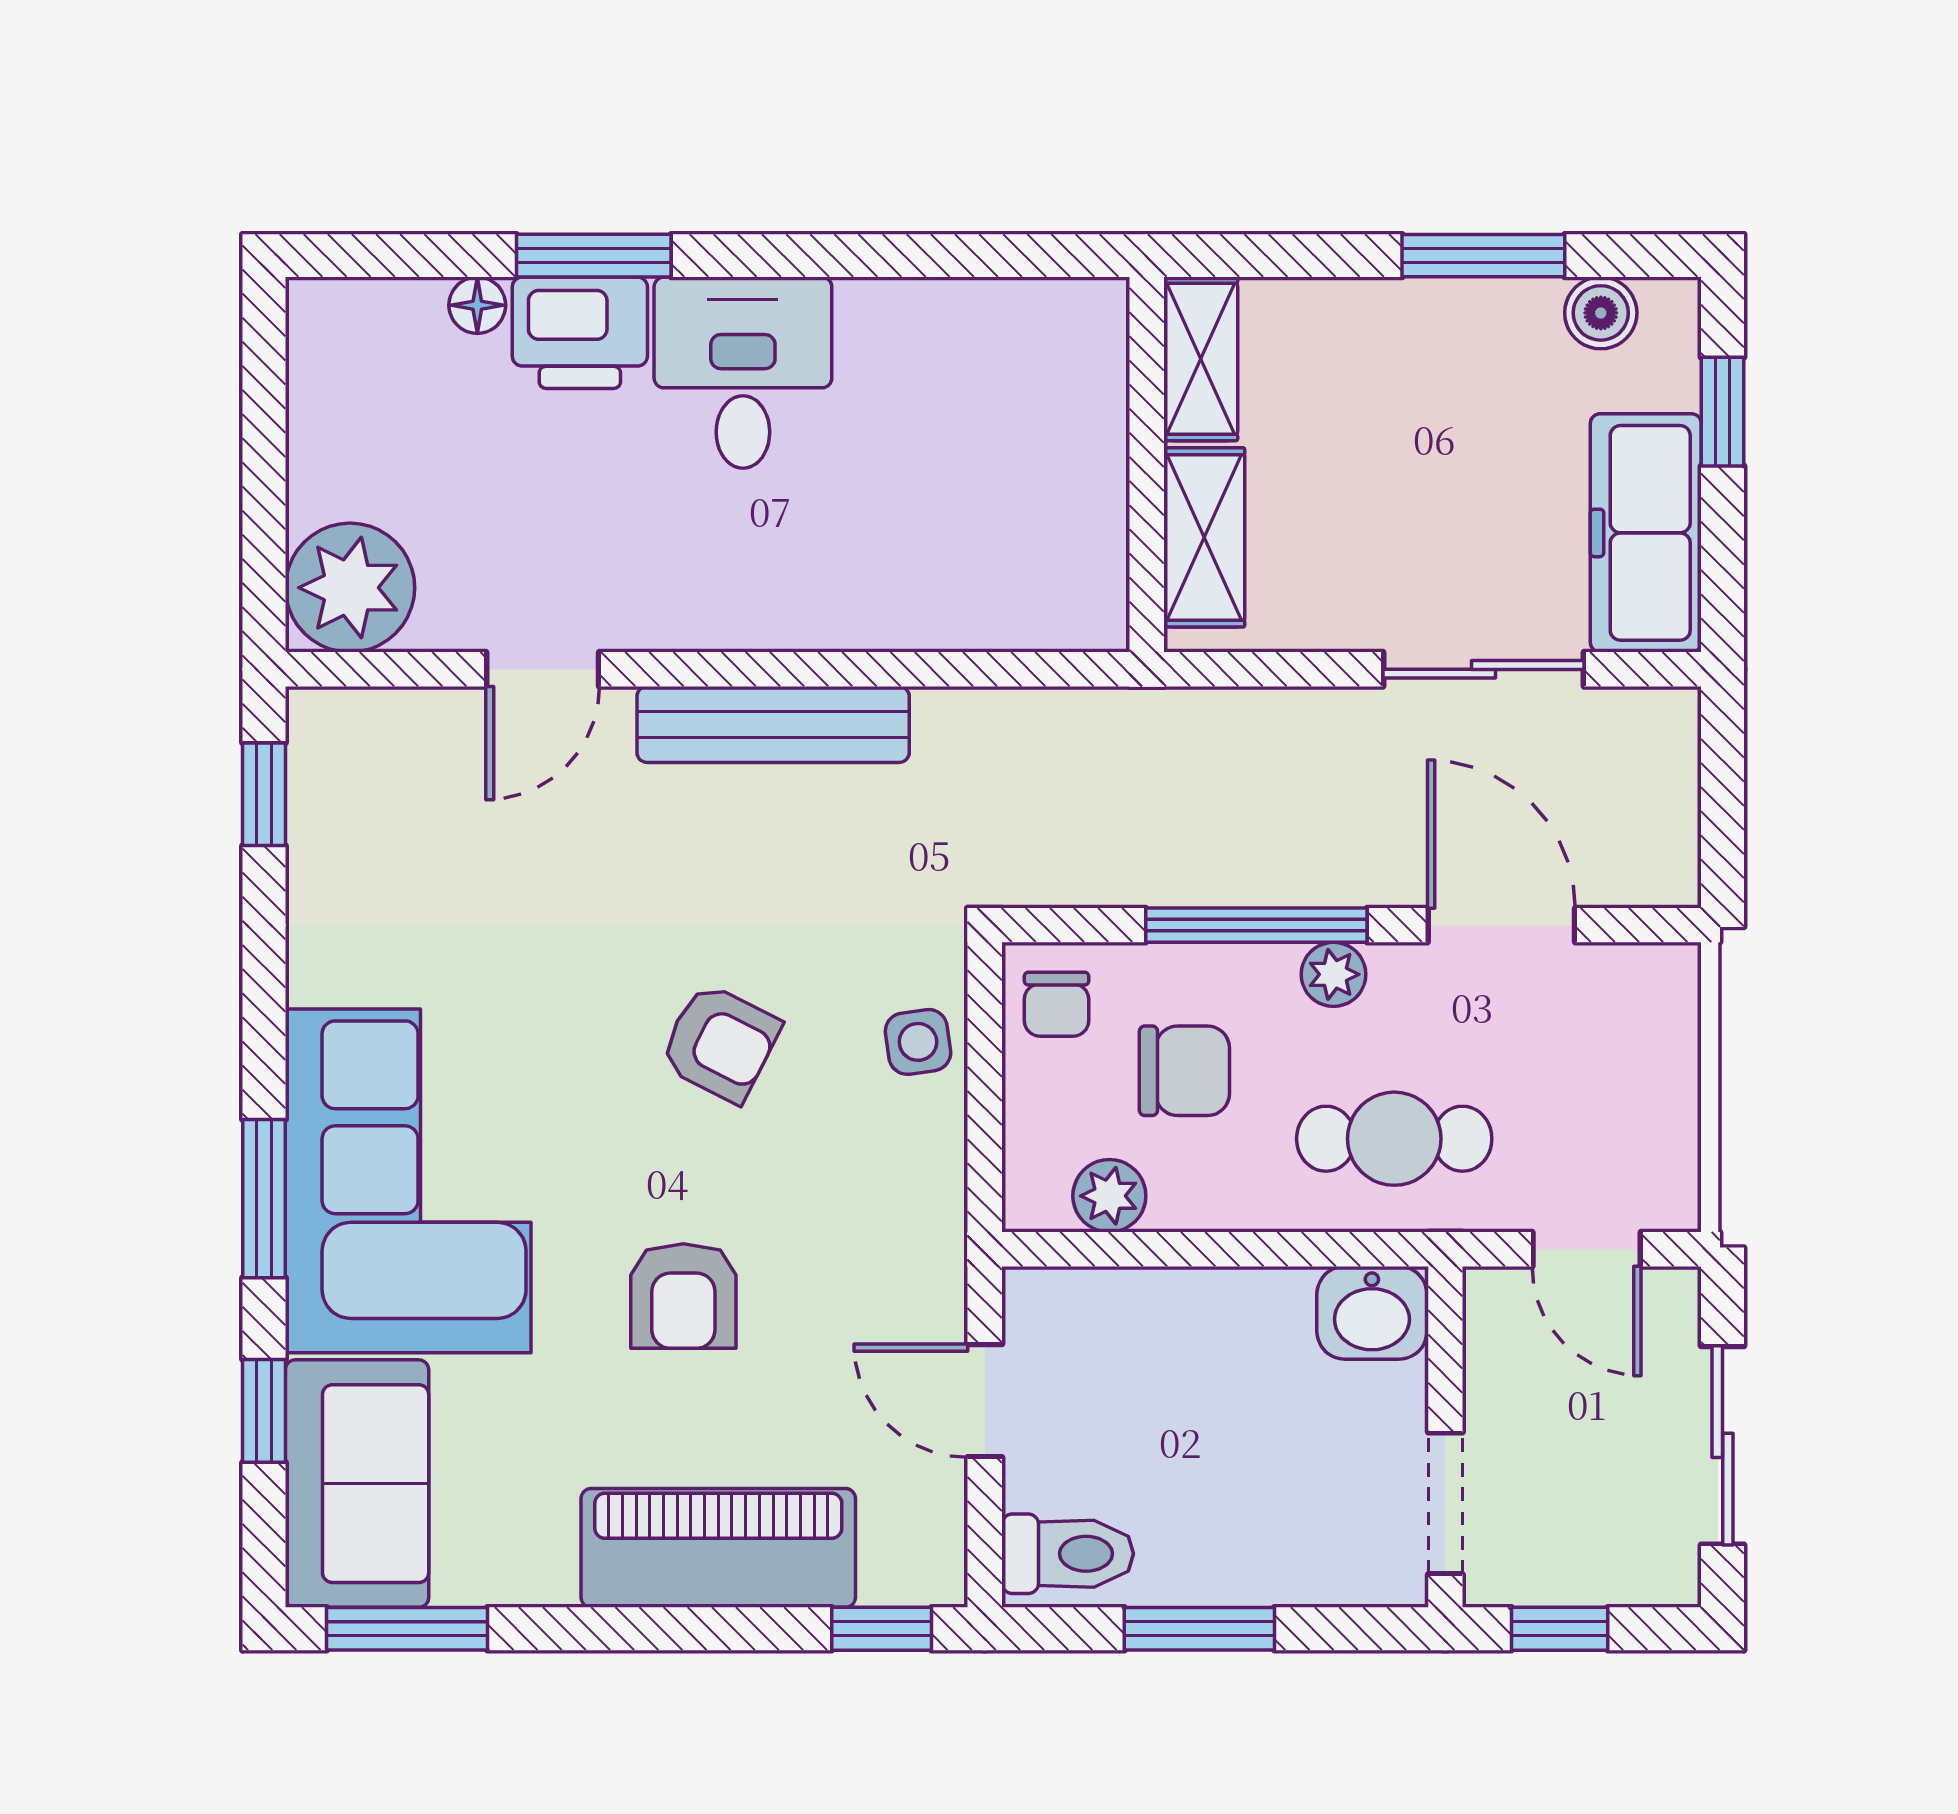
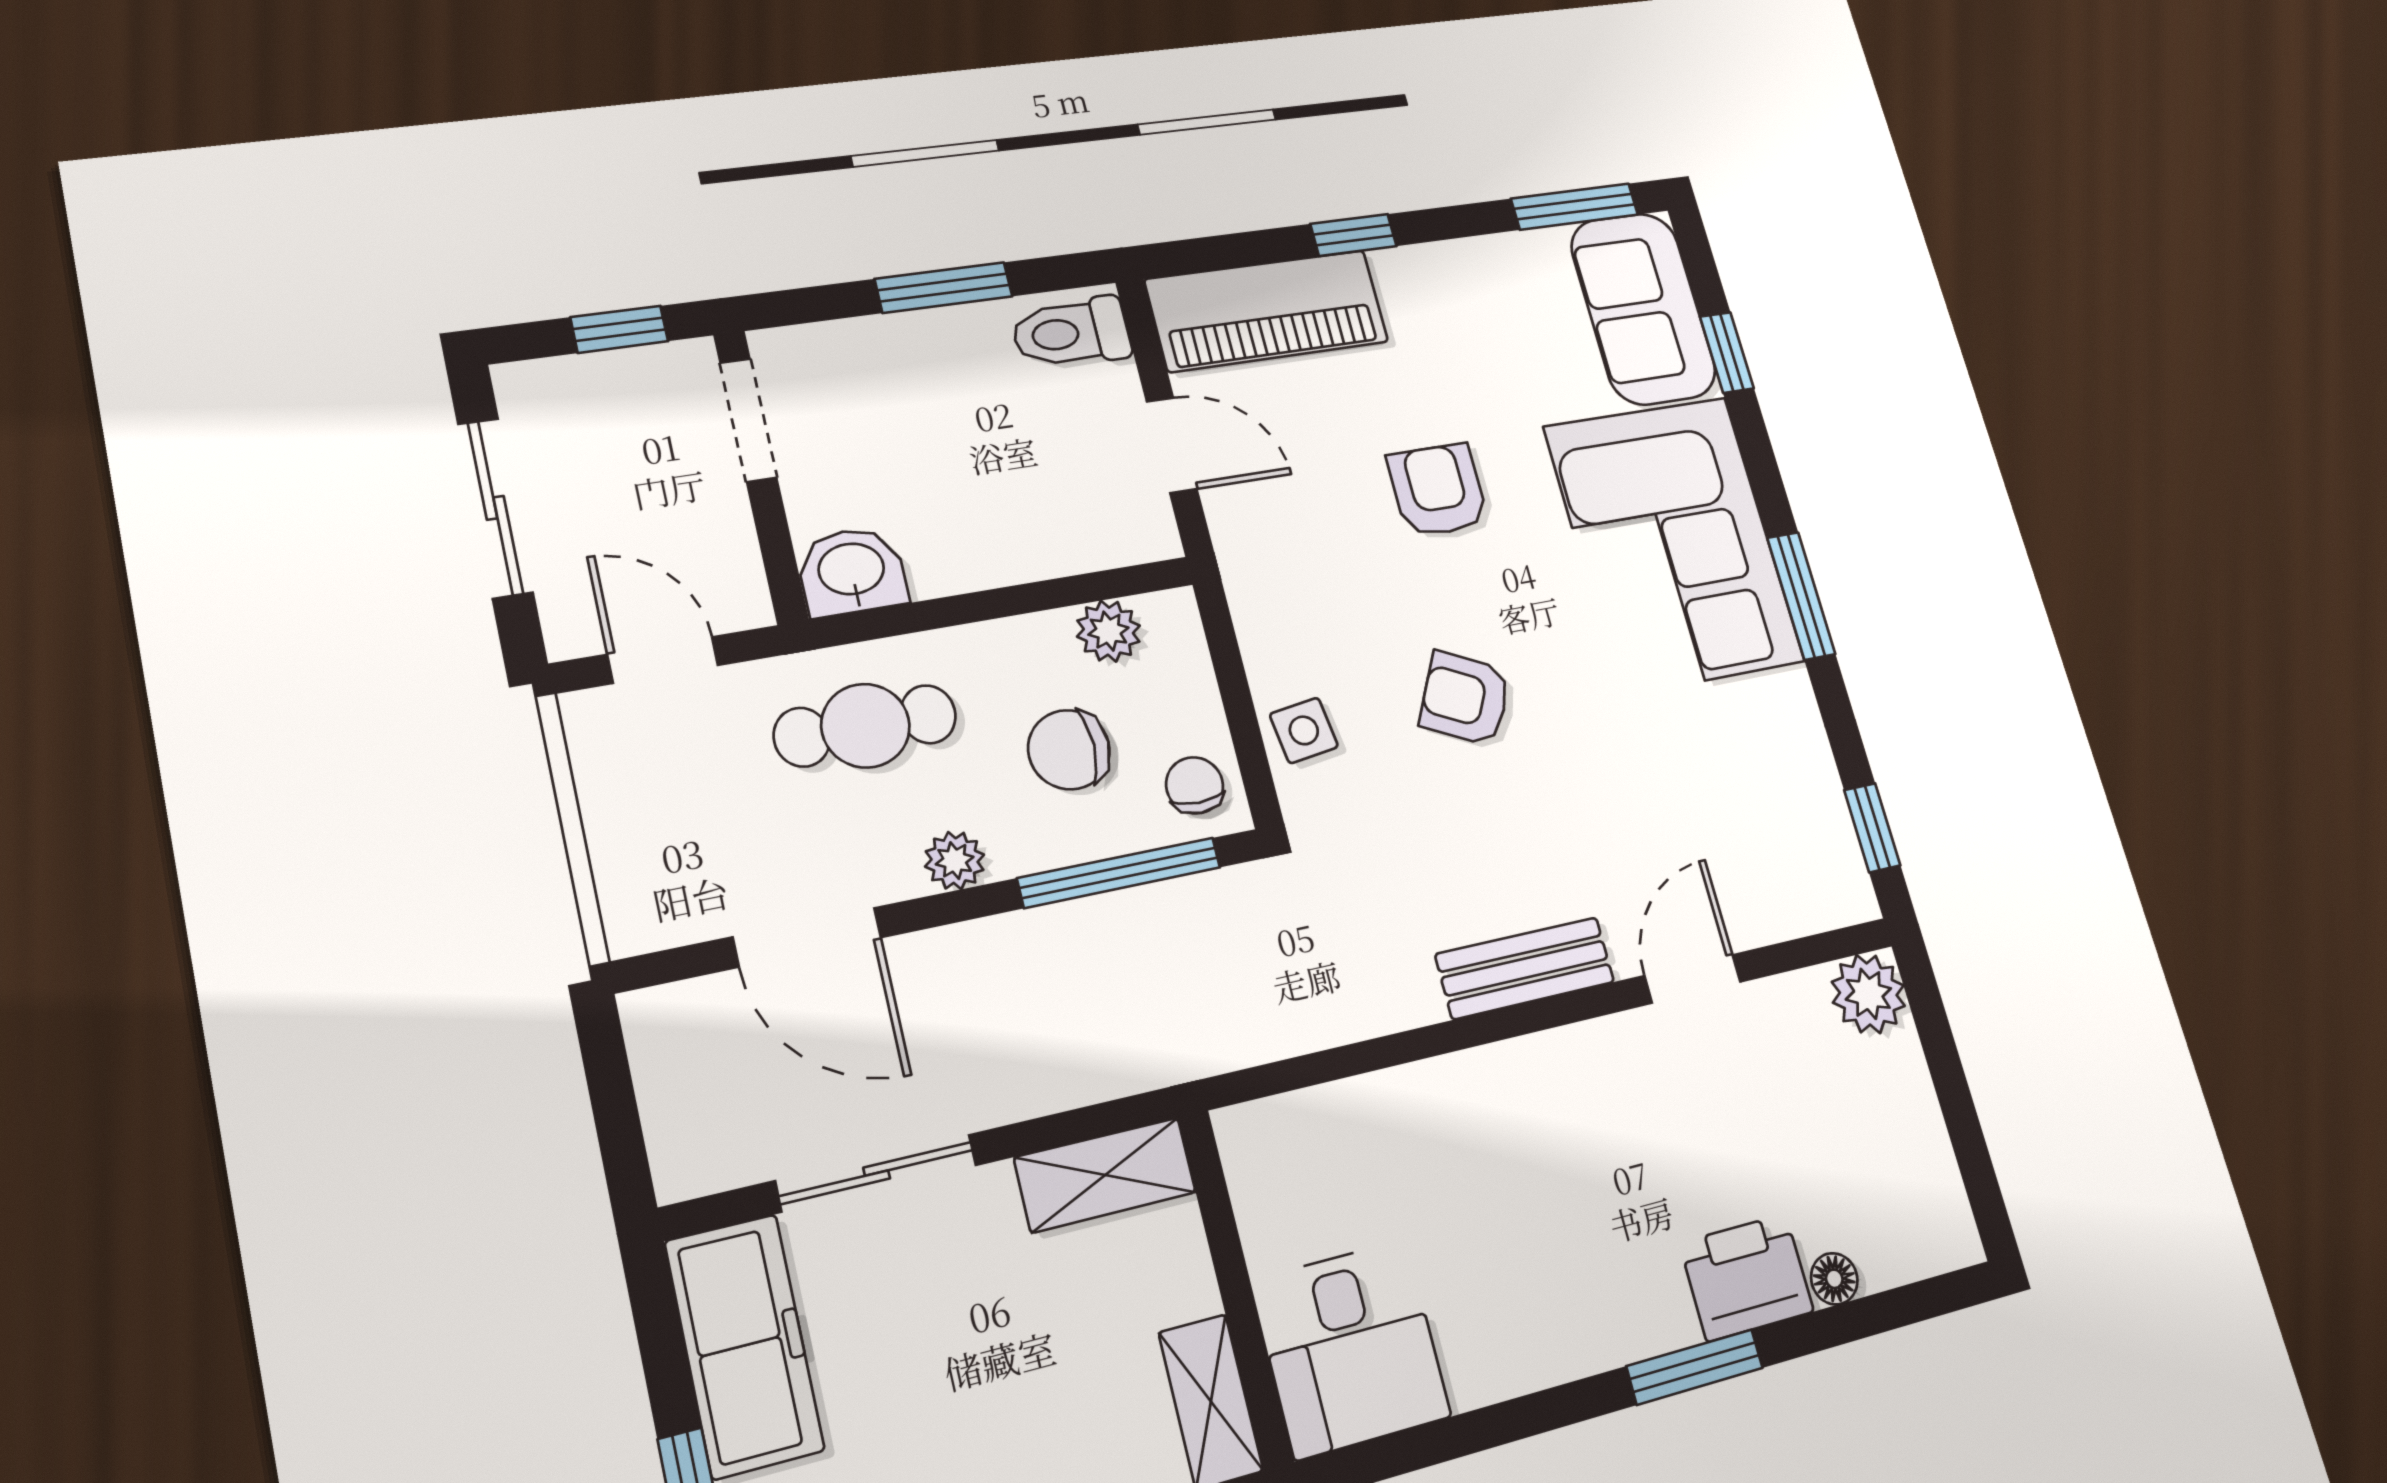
window: (594, 256) -> (1695, 1367), moved
desk: (743, 373) -> (1351, 1349), moved
shelving: (1204, 537) -> (1105, 1175), moved, turned 90
plant: (350, 588) -> (1868, 994), width x0.73, depth x0.73
bench: (773, 724) -> (1525, 968), width x0.73
window: (1256, 925) -> (1119, 873), moved
window: (264, 1199) -> (1801, 596), moved
piano: (718, 1548) -> (1267, 311), moved
window: (882, 1629) -> (1354, 235), moved

